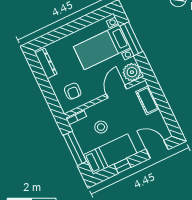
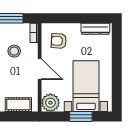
window: (131, 39) -> (81, 117), width x0.69
door: (116, 91) -> (40, 69), moved

